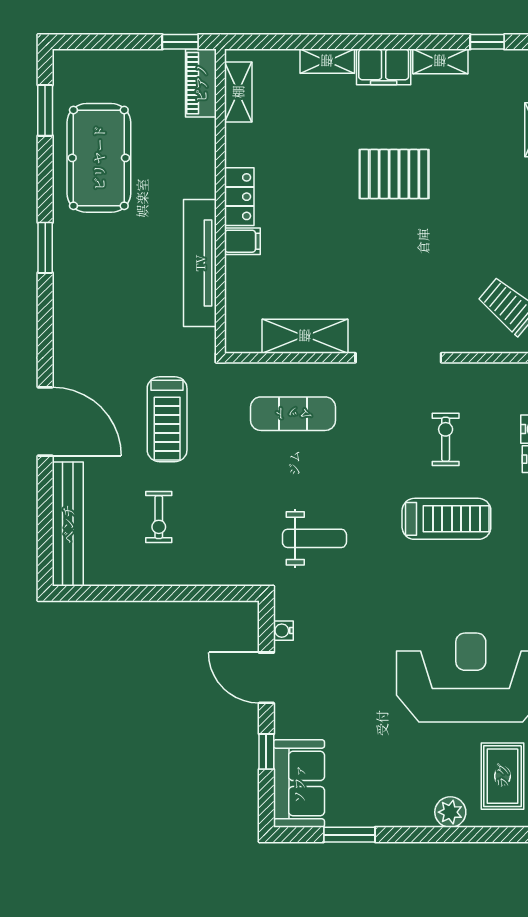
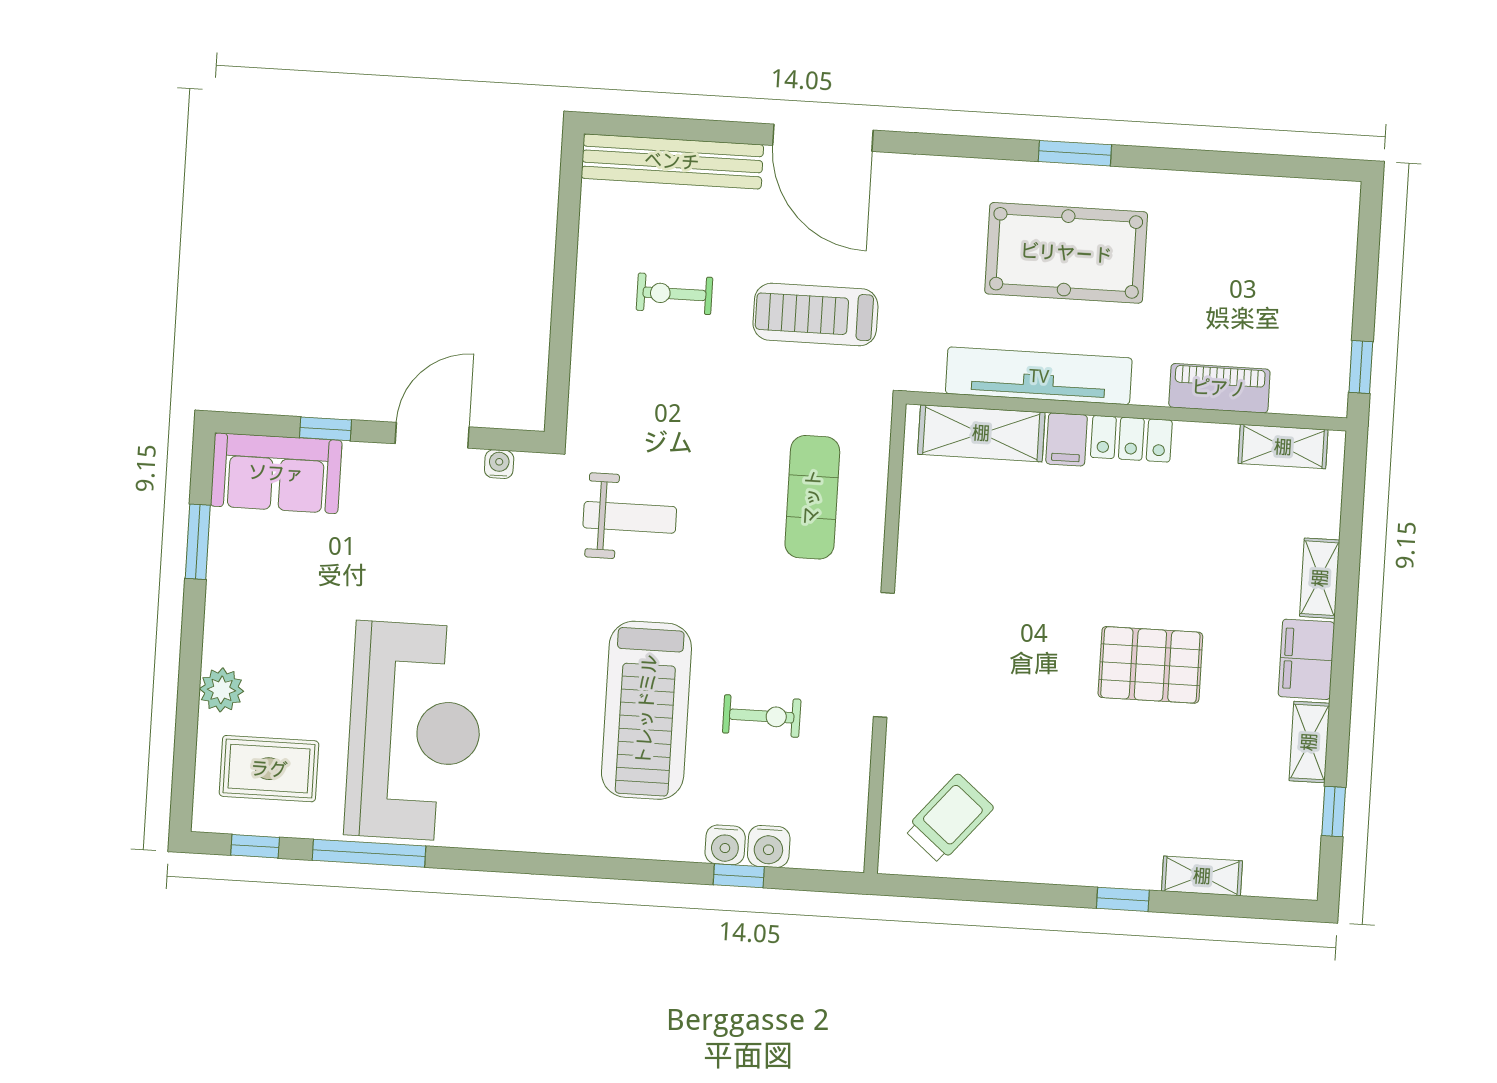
piano: (201, 83) -> (1219, 388), moved
window: (45, 110) -> (1274, 165), removed
pool table: (99, 158) -> (1066, 253), moved
pallet: (394, 174) -> (1150, 665), turned 90
shelving: (305, 336) -> (981, 433), moved, turned 90
door: (45, 421) -> (823, 138), hinge flipped
treadmill: (446, 519) -> (646, 710), width x1.37, depth x1.38
weight bench: (314, 538) -> (630, 517), turned -90

